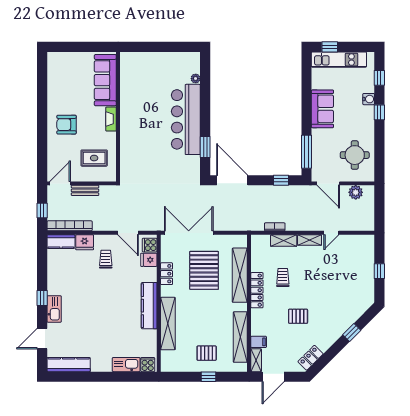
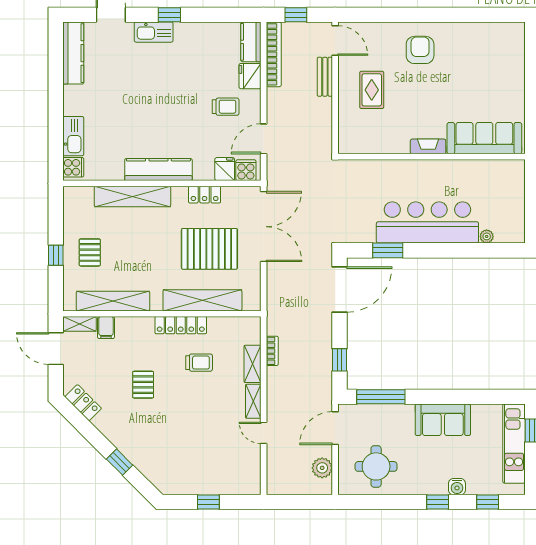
sofa: (105, 80) -> (484, 138), moved
wall: (118, 117) -> (431, 157), moved
fireplace: (111, 119) -> (428, 146), moved

